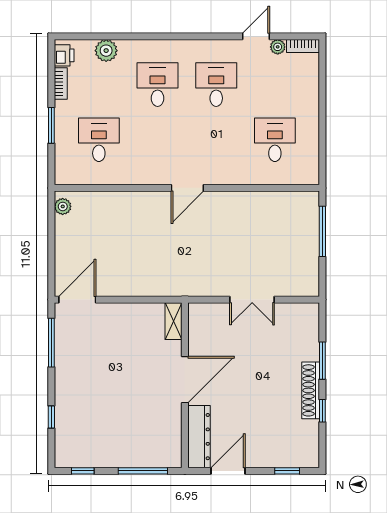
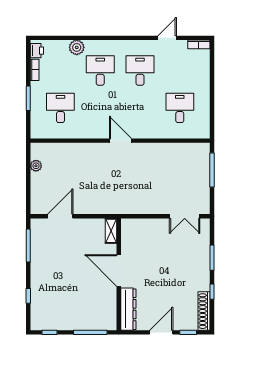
plant: (278, 47) -> (182, 45), removed
plant: (106, 51) -> (77, 47), moved
door: (187, 188) -> (120, 141), swing flipped
plant: (63, 206) -> (36, 166), moved
door: (77, 300) -> (60, 216), moved
double door: (252, 300) -> (185, 216), moved
door: (185, 380) -> (119, 271), swing flipped
shoe rack: (311, 390) -> (204, 311), moved
door: (228, 471) -> (161, 332), moved

